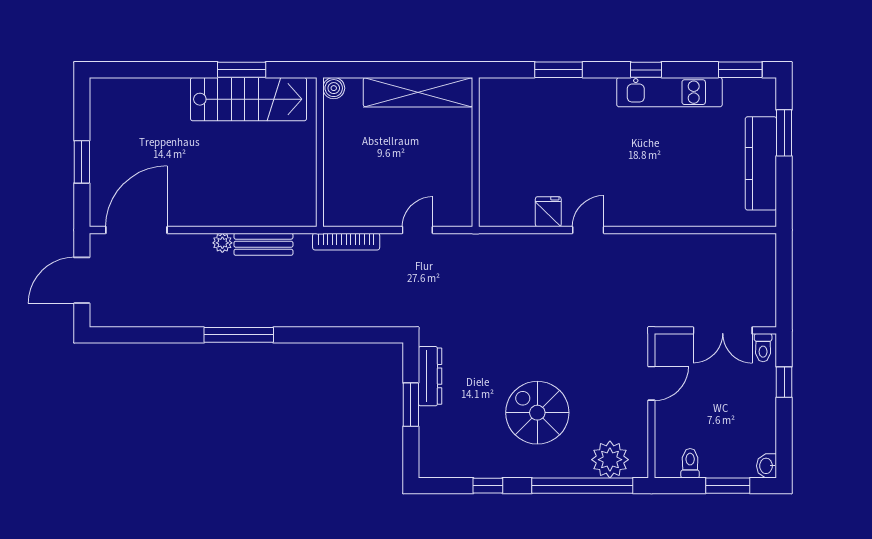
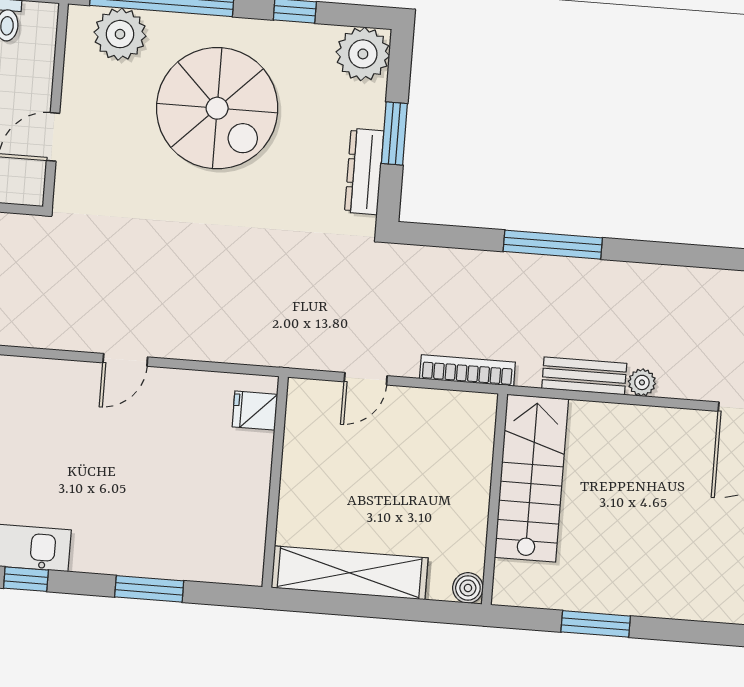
stairs: (249, 99) -> (531, 478), moved, turned 90
fridge: (548, 212) -> (255, 411), moved, turned 90
window: (239, 335) -> (553, 245), moved
spiral stairs: (537, 413) -> (217, 108), width x1.37, depth x1.37
plant: (437, 459) -> (363, 54), added

